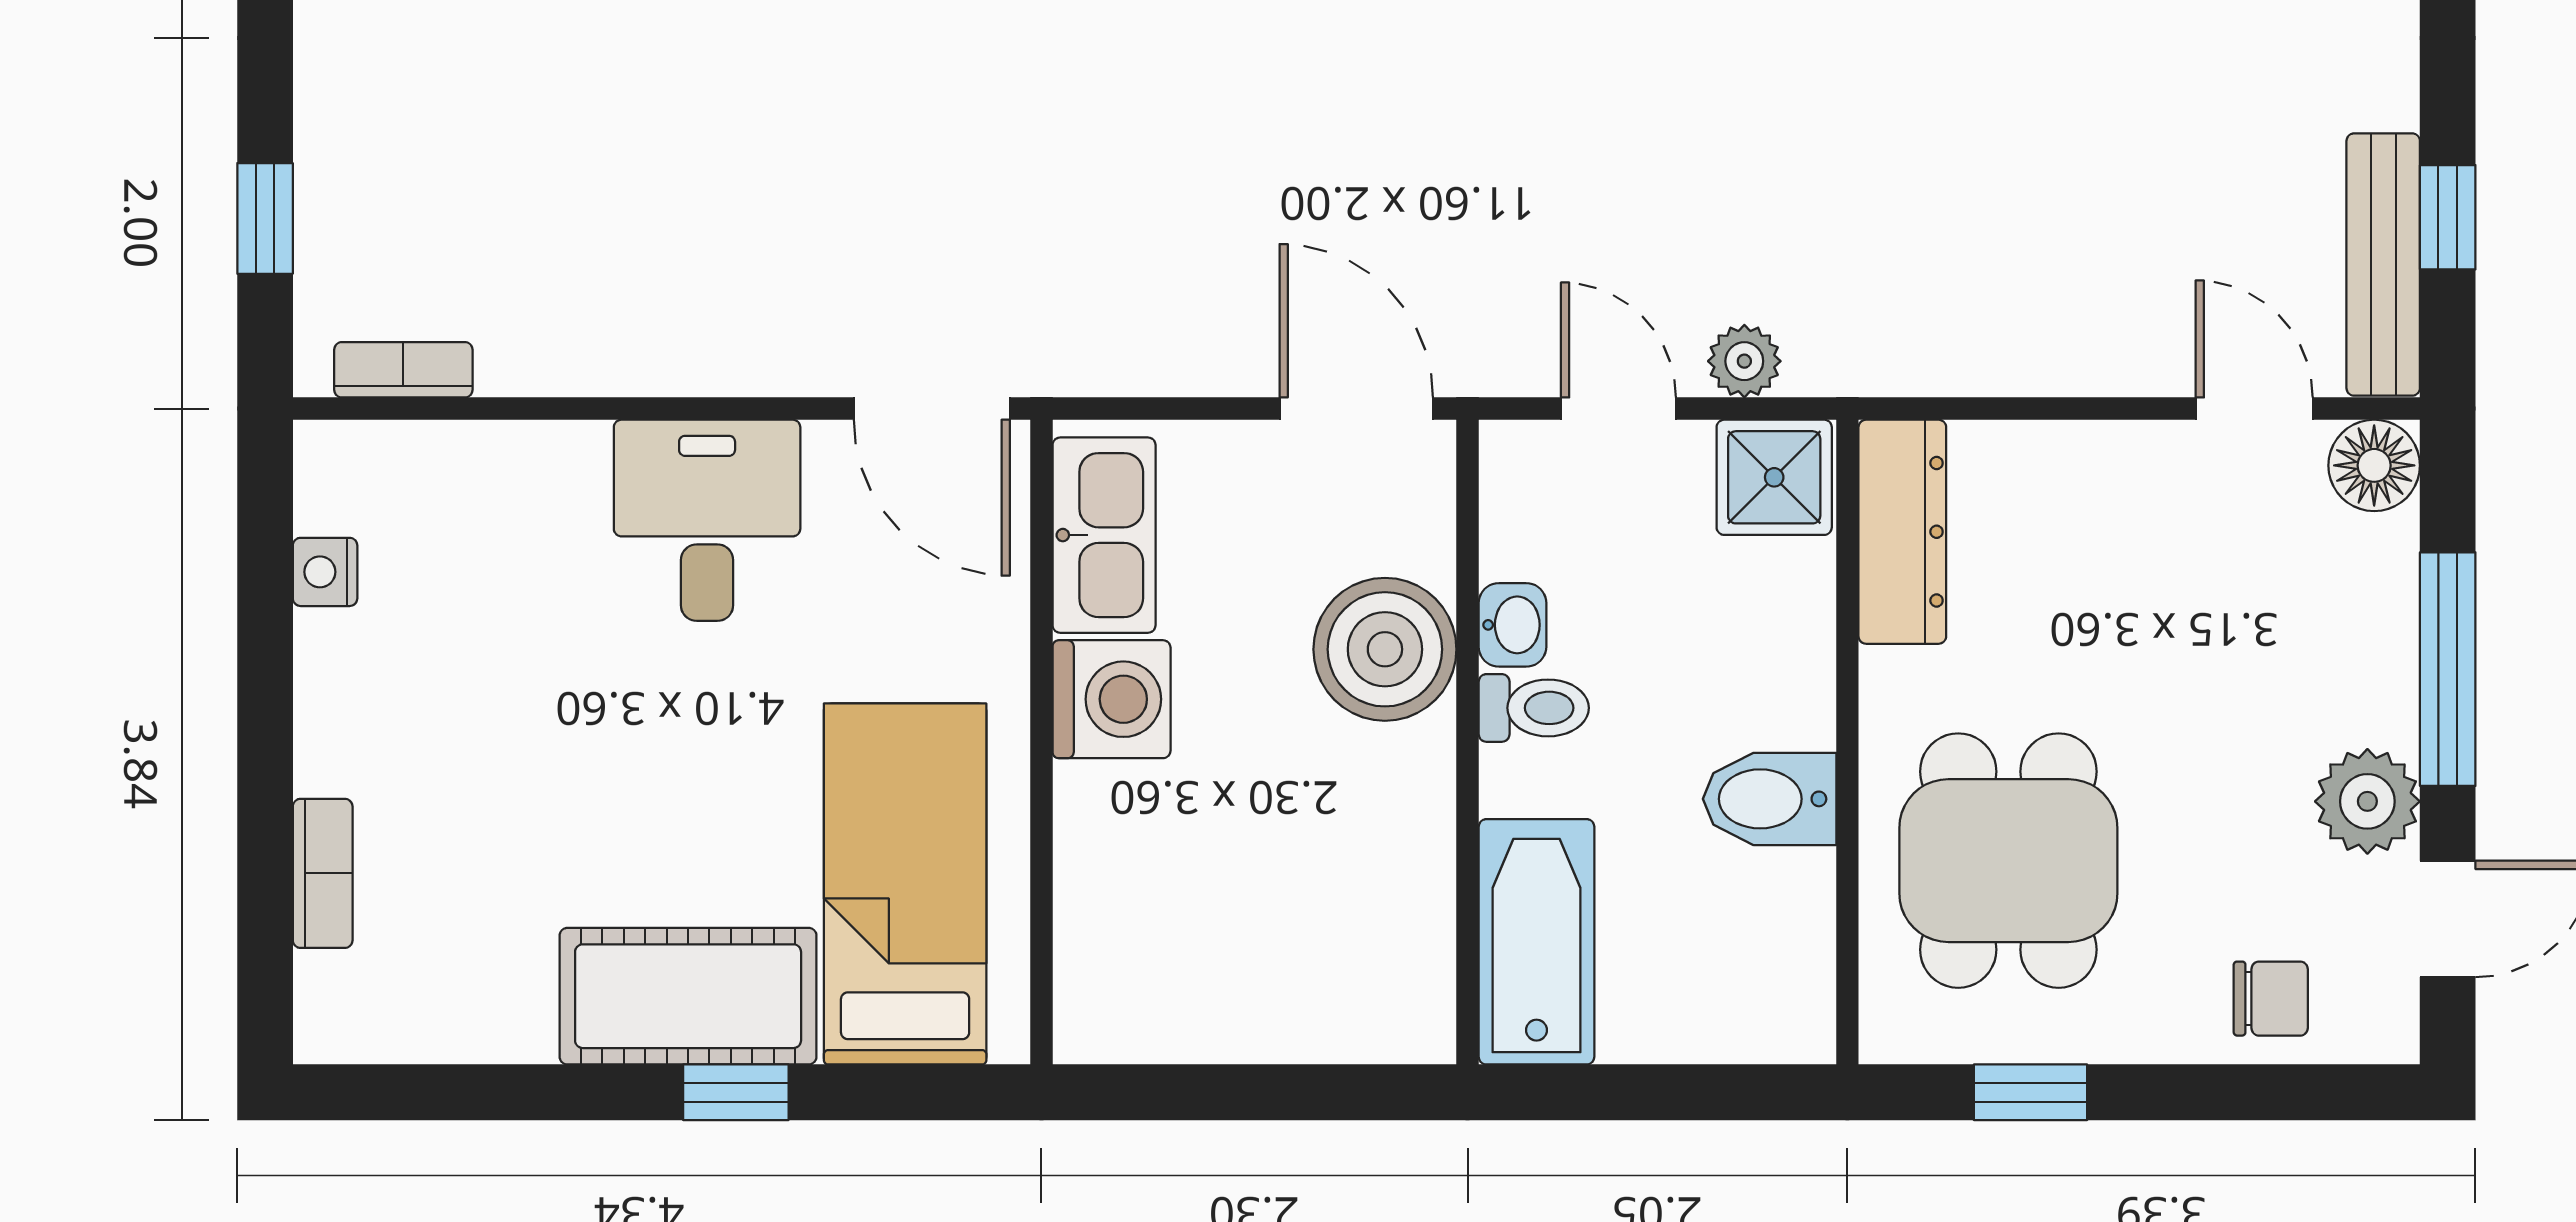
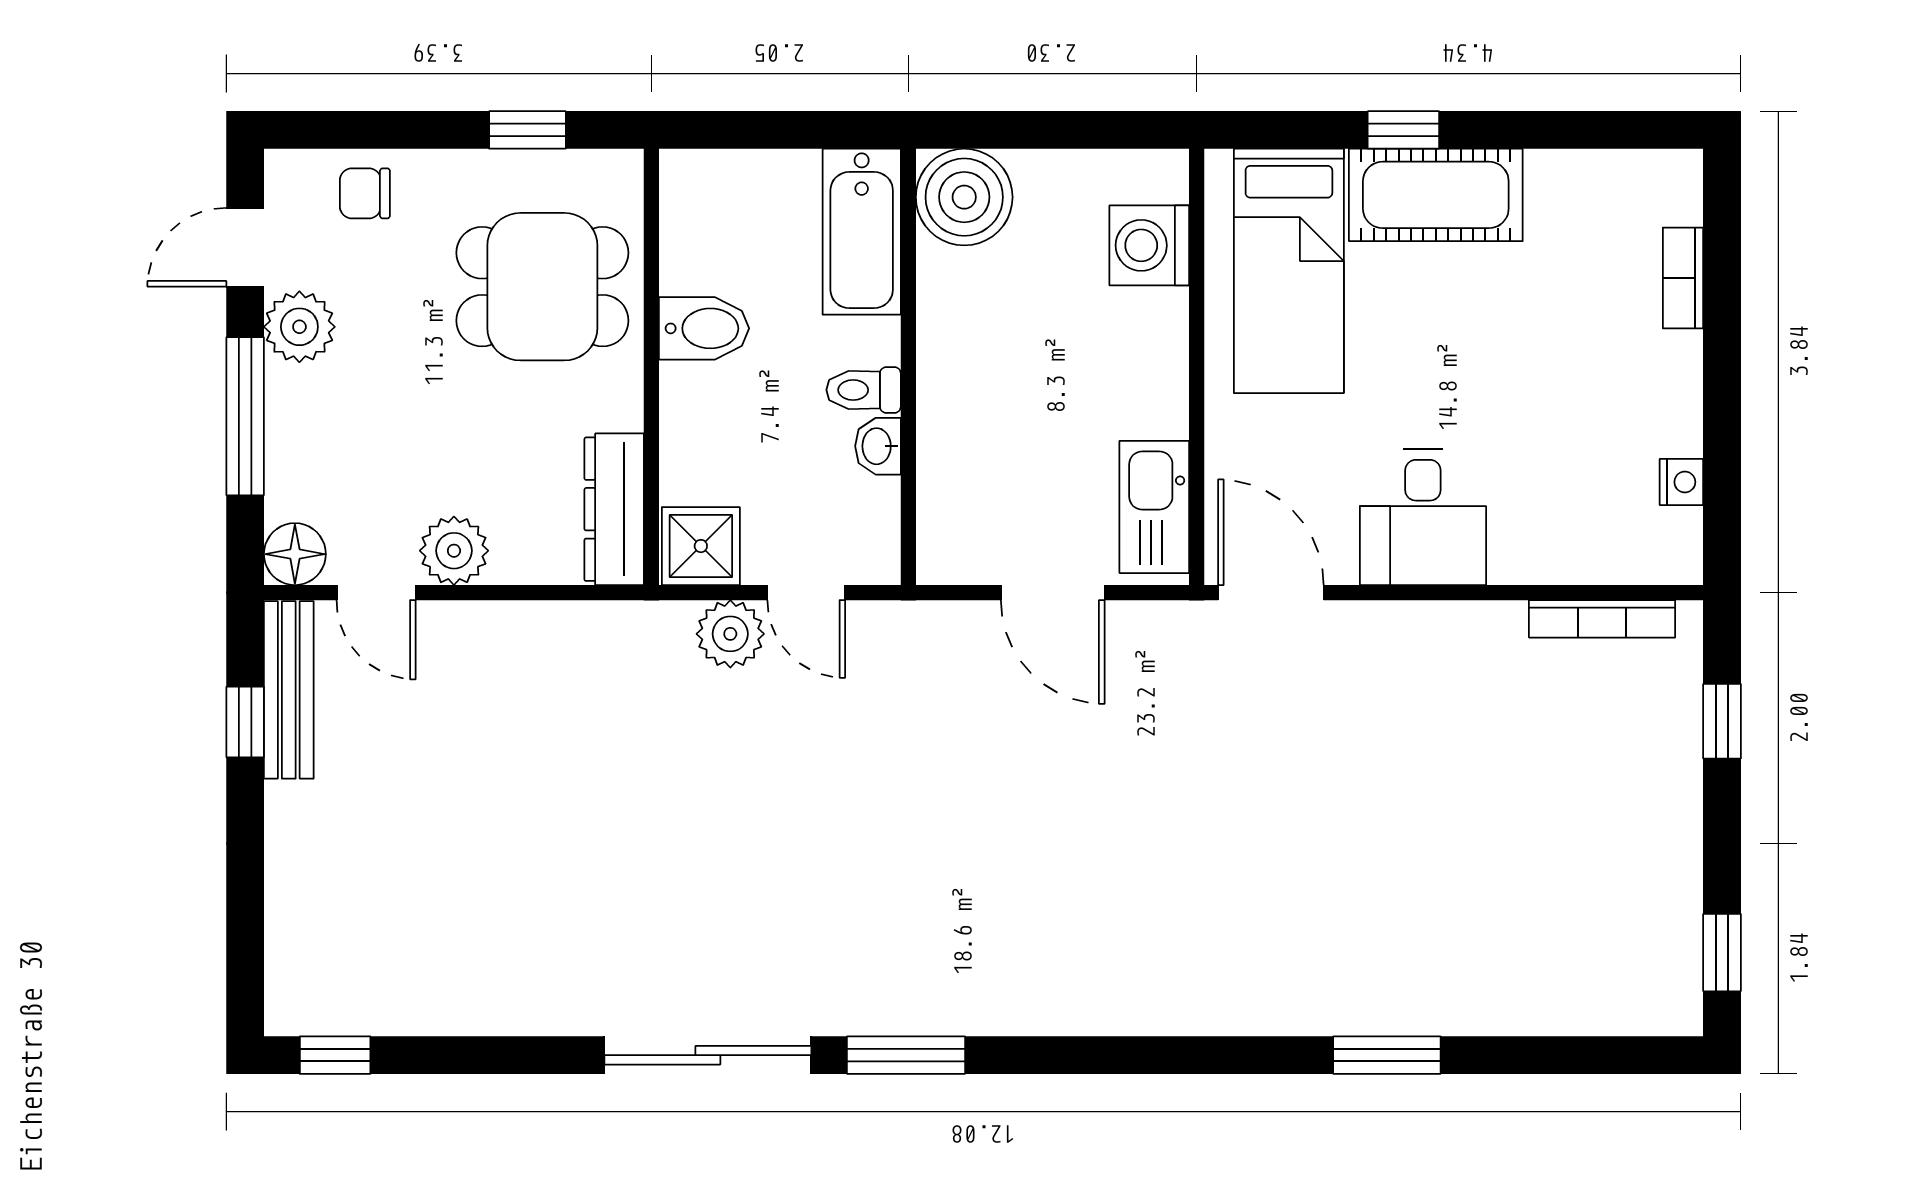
plant: (1744, 361) -> (730, 634), width x1.38, depth x1.38
bookcase: (403, 370) -> (1602, 619), width x1.56
door: (1356, 409) -> (1053, 593), moved
plant: (2139, 470) -> (454, 551), added
boiler: (1385, 649) -> (964, 197), moved
washing machine: (1112, 699) -> (1149, 245), moved
dining table: (2008, 861) -> (542, 287), turned 90

